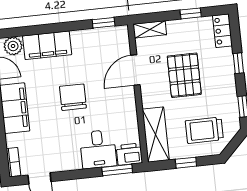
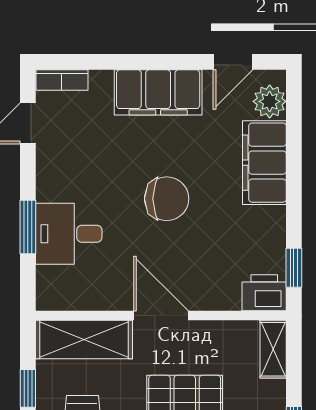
door: (135, 70) -> (161, 316), moved
printer: (129, 154) -> (264, 293), moved, turned -90
window: (117, 170) -> (28, 227), moved

